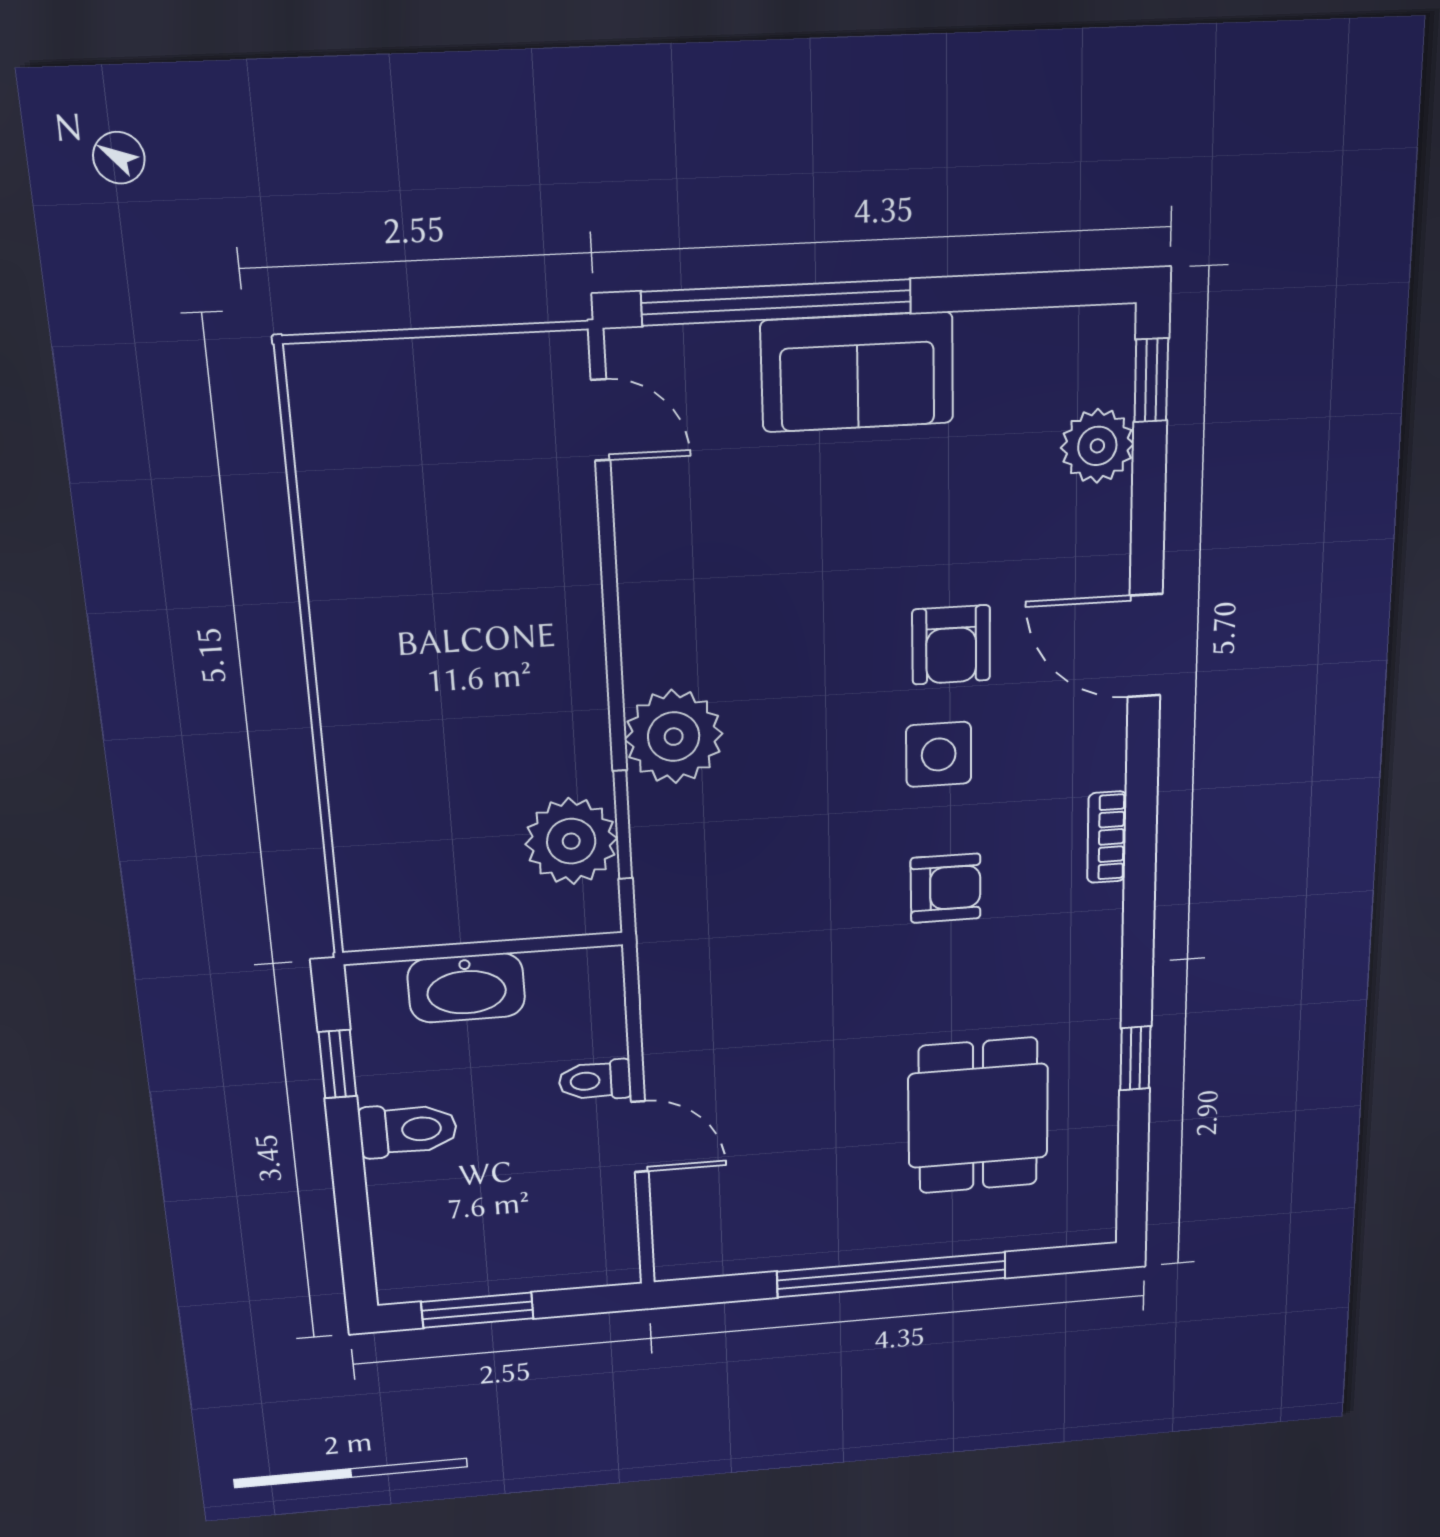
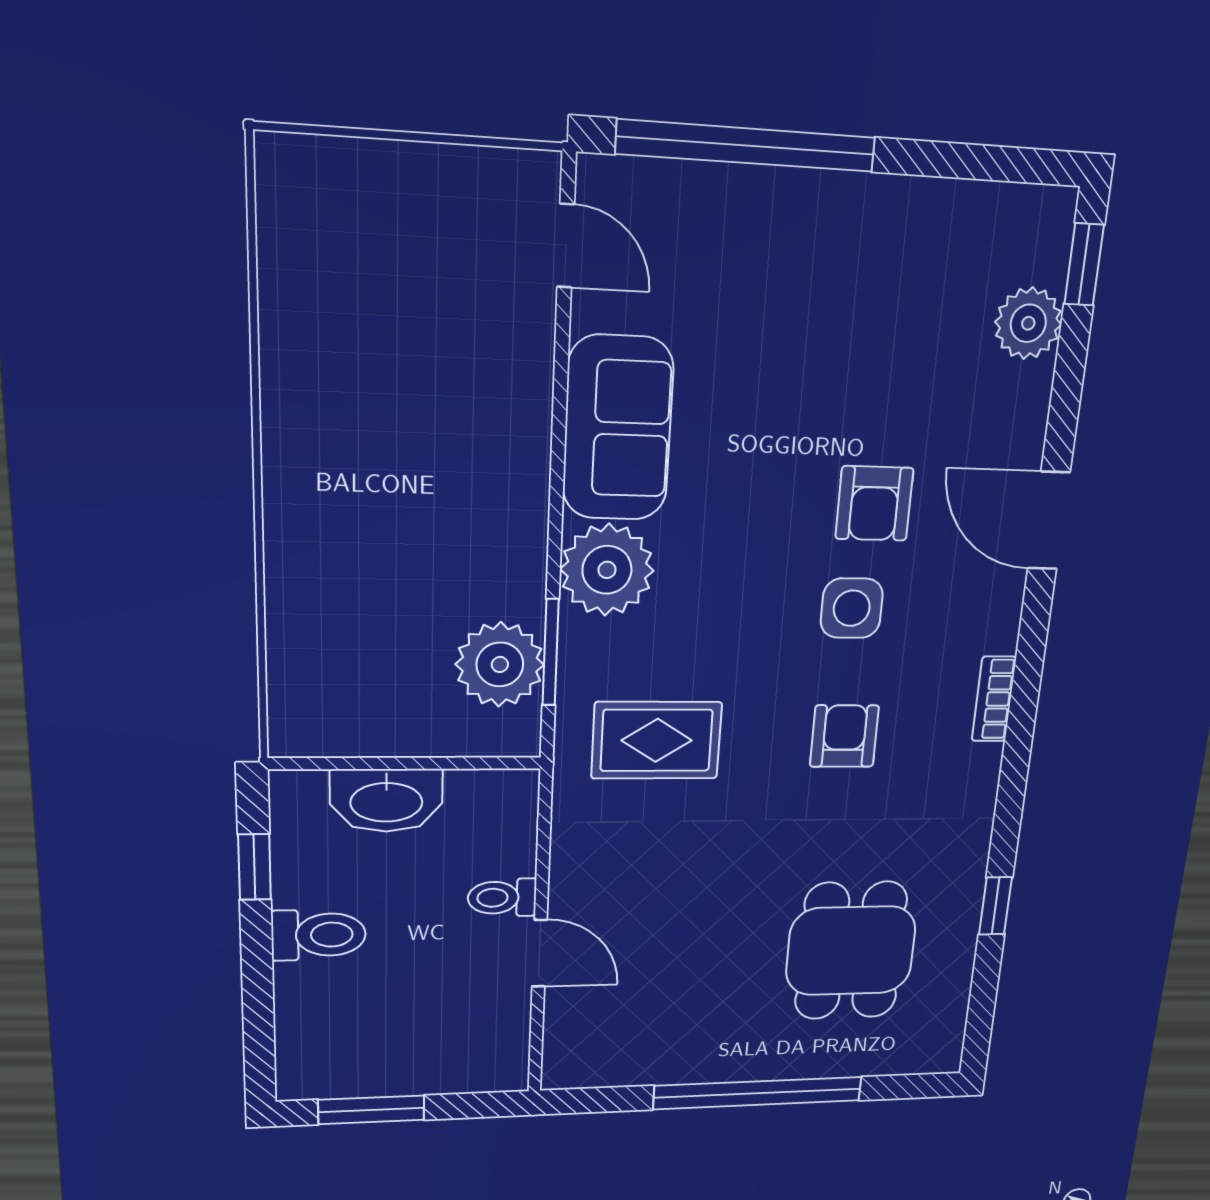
sofa: (857, 372) -> (618, 428), moved, turned -90
armchair: (946, 888) -> (844, 736), turned -90
rug: (743, 907) -> (657, 740), added

